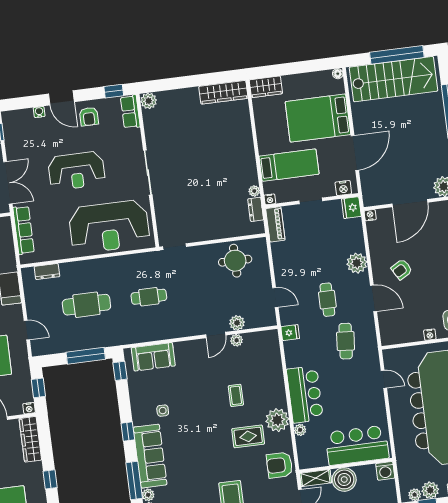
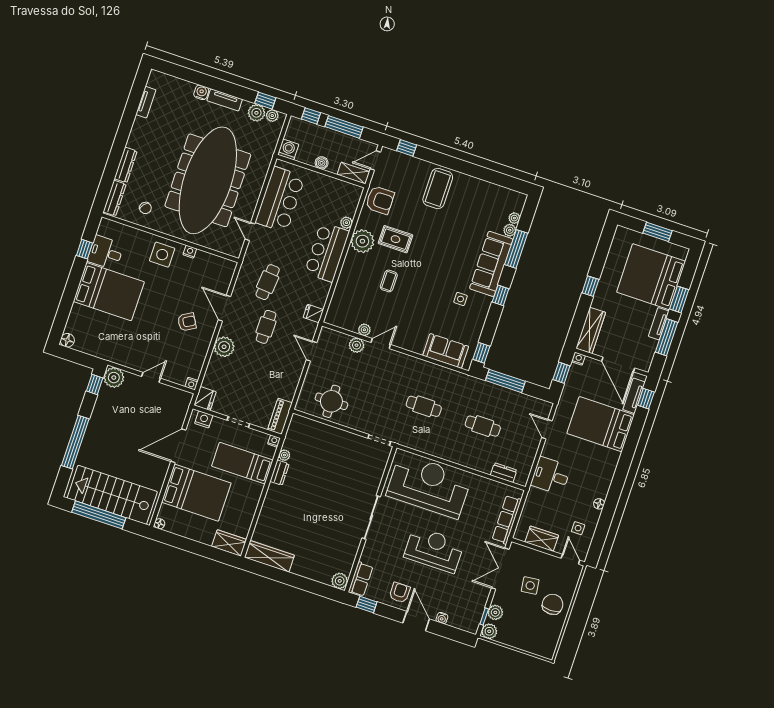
door: (410, 203) -> (151, 377), width x0.53
dresser: (256, 209) -> (280, 473), moved
cafe table: (86, 305) -> (483, 426), width x0.73, depth x0.74
bar counter: (357, 445) -> (280, 199), moved, turned -90
boiler: (344, 479) -> (322, 163), width x0.54, depth x0.54

